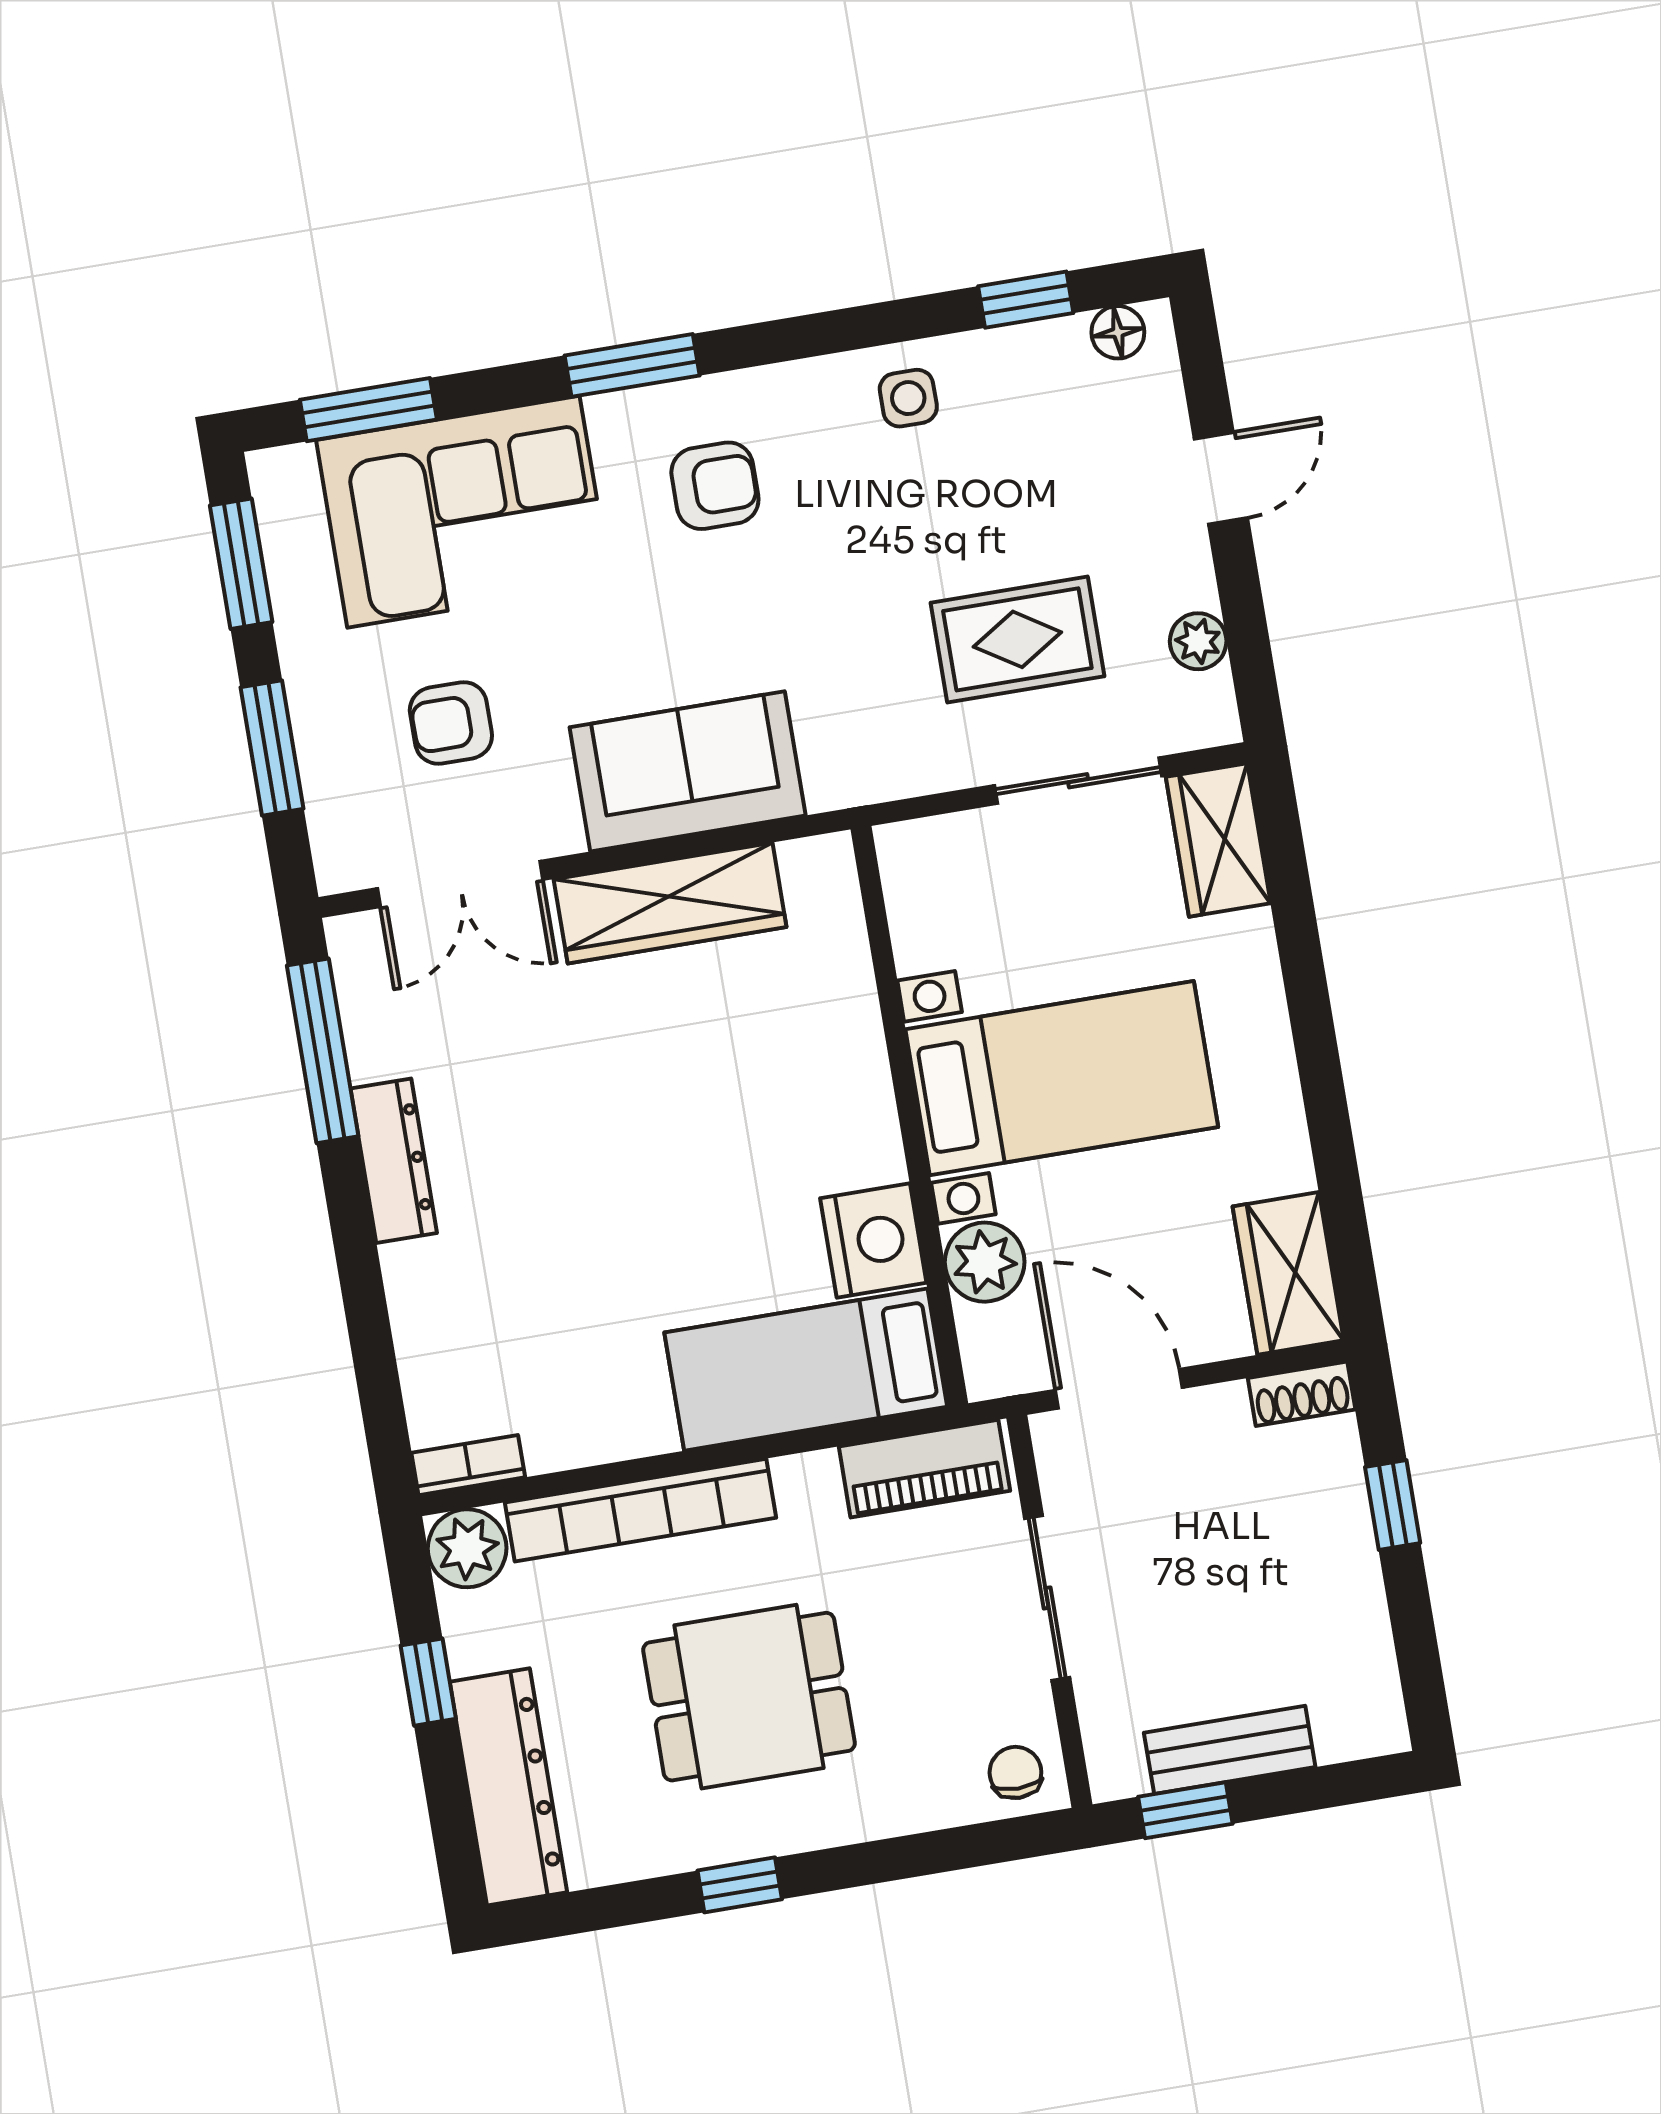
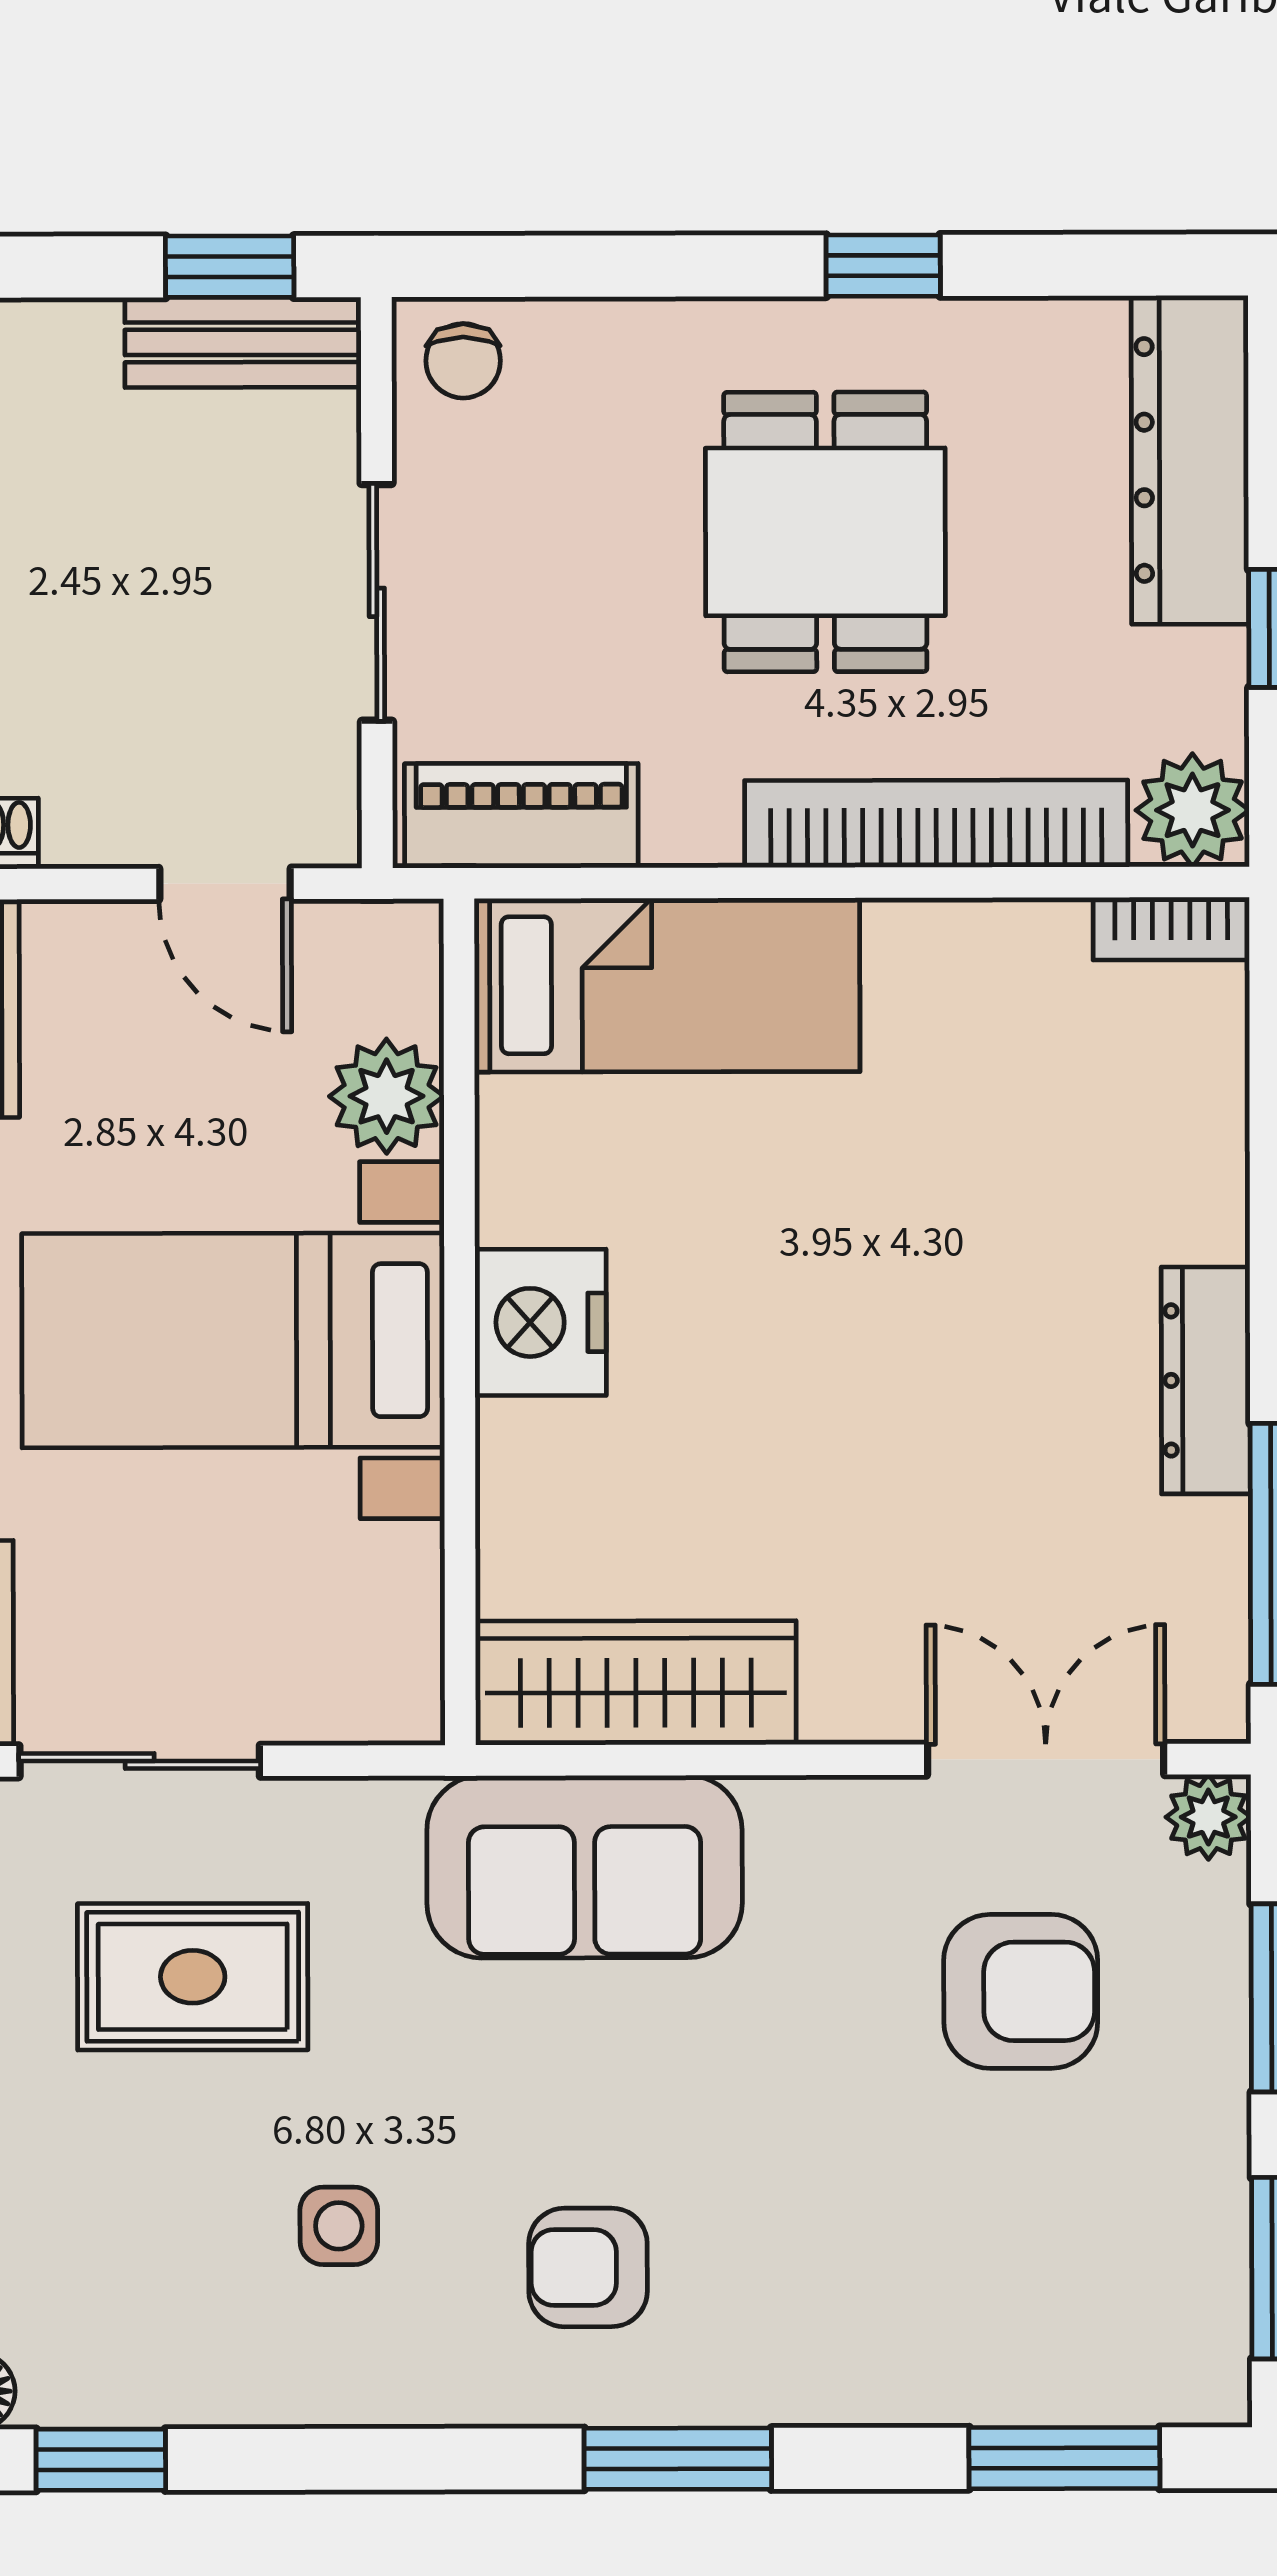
side table: (908, 398) -> (339, 2226), moved
corner sofa: (463, 512) -> (953, 2290), removed
armchair: (451, 723) -> (1021, 1991), width x1.38, depth x1.38
sofa: (688, 771) -> (585, 1867), moved
plant: (343, 863) -> (1208, 1817), added
wardrobe: (670, 903) -> (636, 1683), moved
nightstand: (873, 1241) -> (541, 1322), moved
door: (1119, 1389) -> (225, 884), width x0.73
dining table: (749, 1697) -> (825, 532), turned 90
bench: (1230, 1750) -> (243, 342), moved

